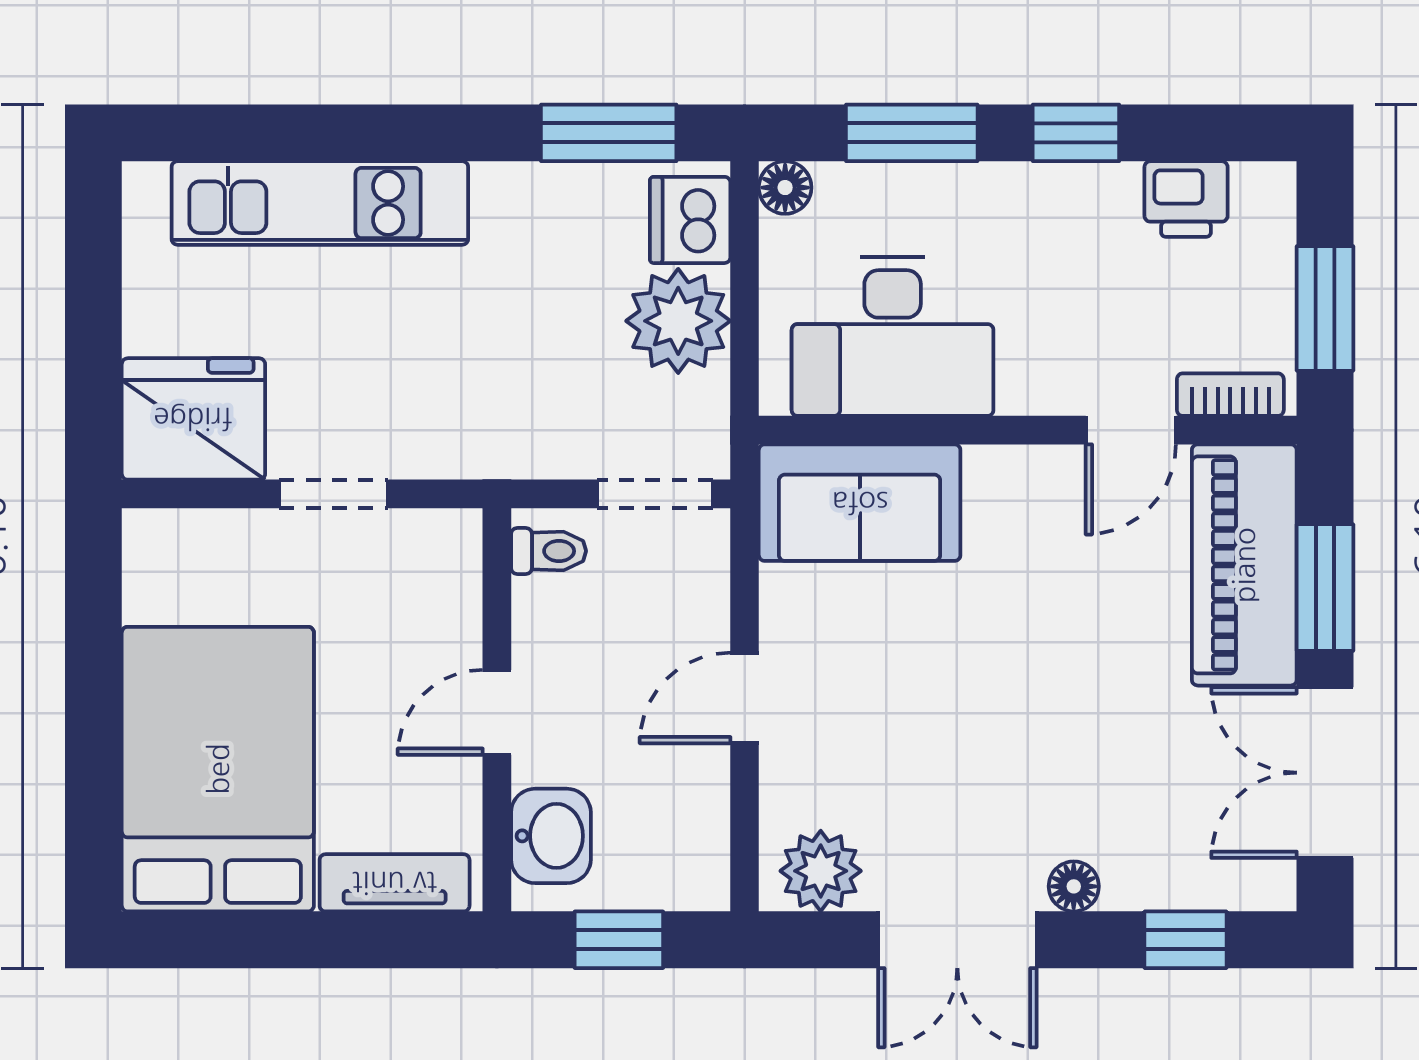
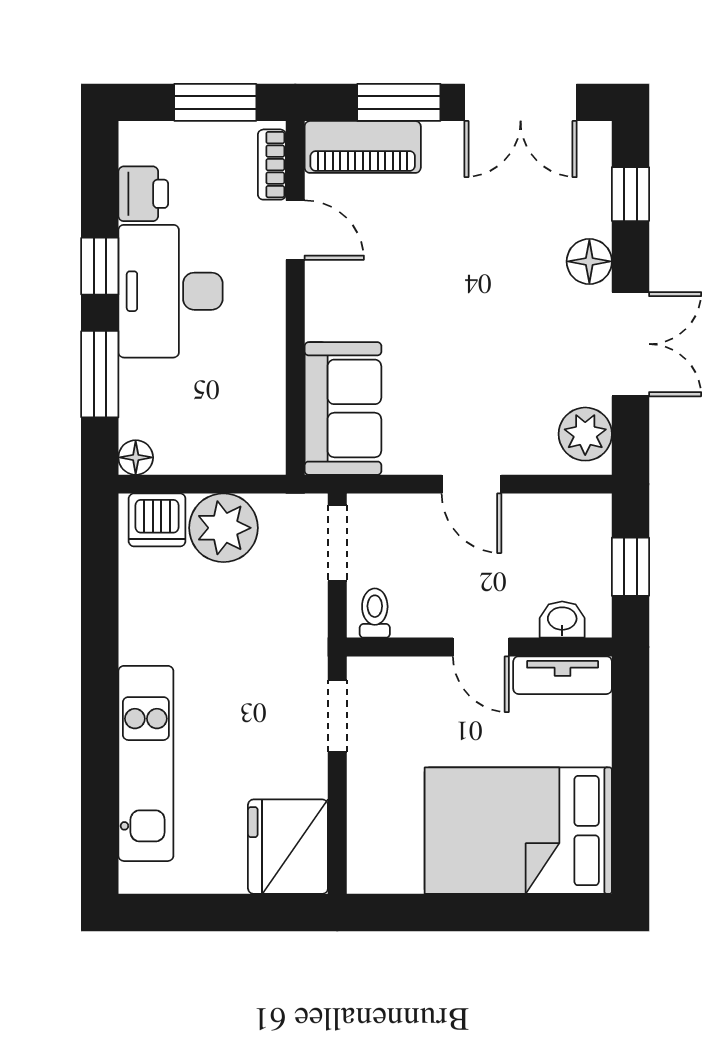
window: (609, 133) -> (100, 573), removed
desk: (893, 337) -> (171, 291), moved, turned 180
doorway: (334, 494) -> (337, 716), moved
piano: (1244, 565) -> (363, 147), width x0.73, depth x0.75
washbasin: (551, 836) -> (562, 620), width x0.72, depth x0.69
tv unit: (395, 883) -> (563, 675), moved, turned -90
floor lamp: (1074, 886) -> (589, 261), width x1.37, depth x1.37

